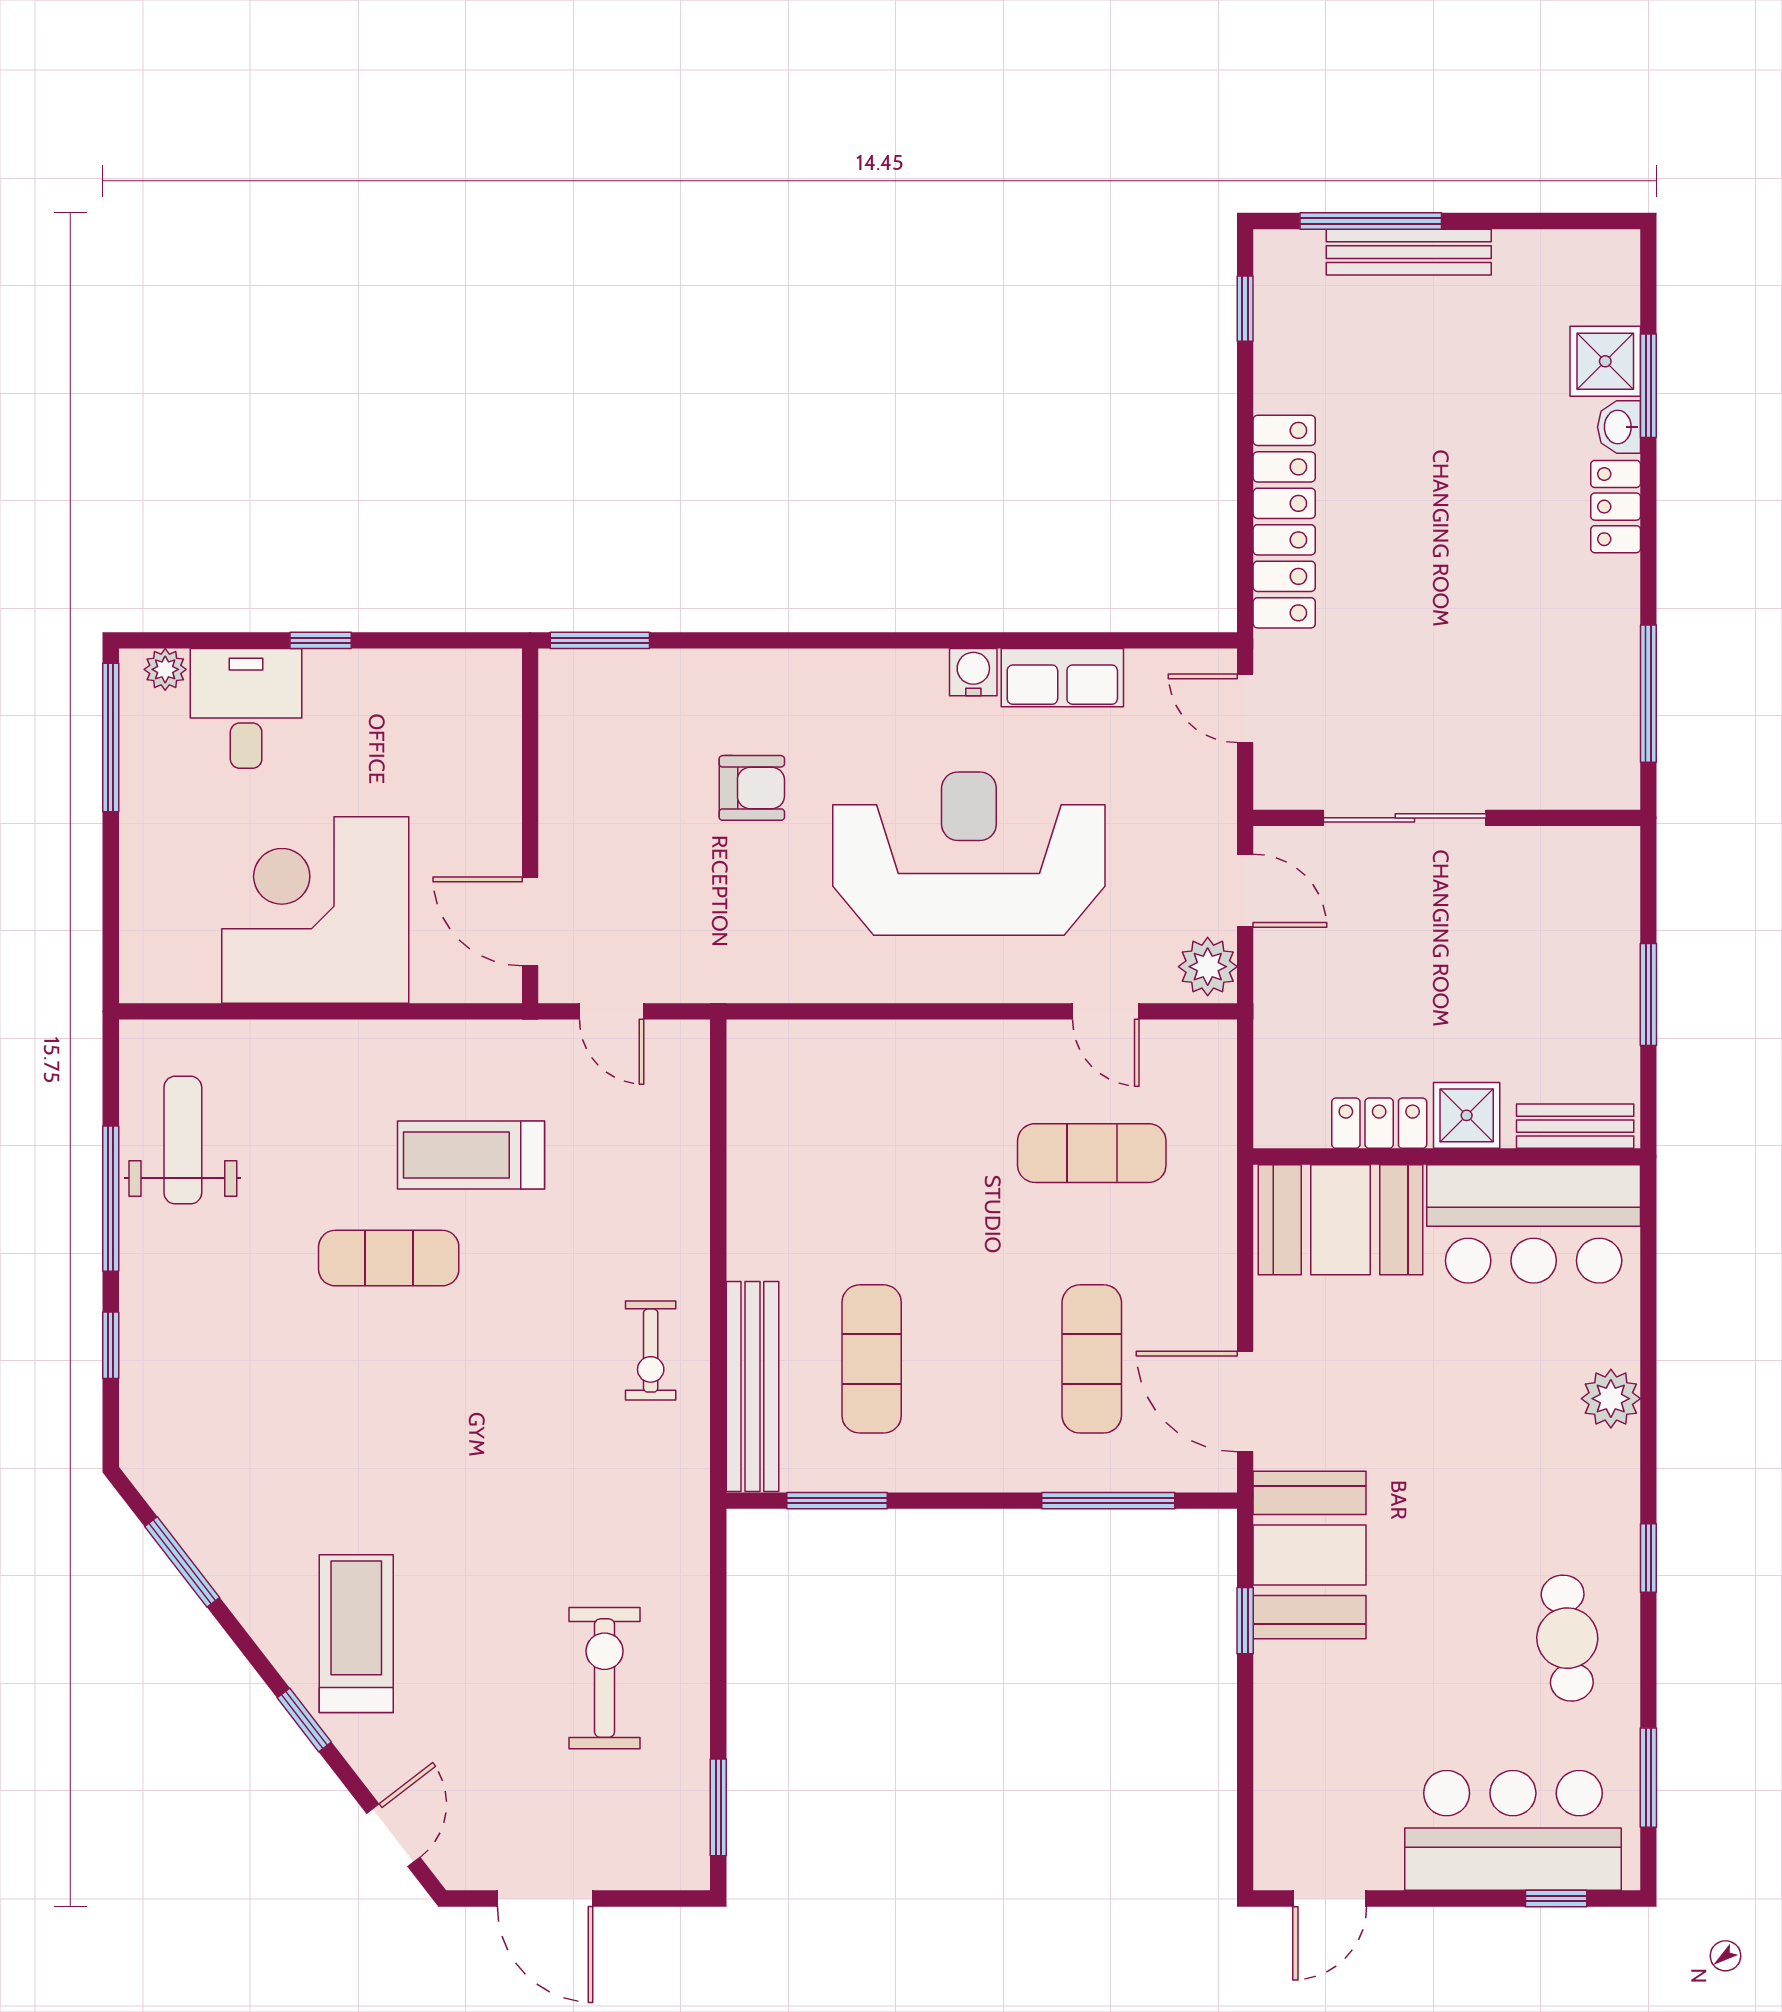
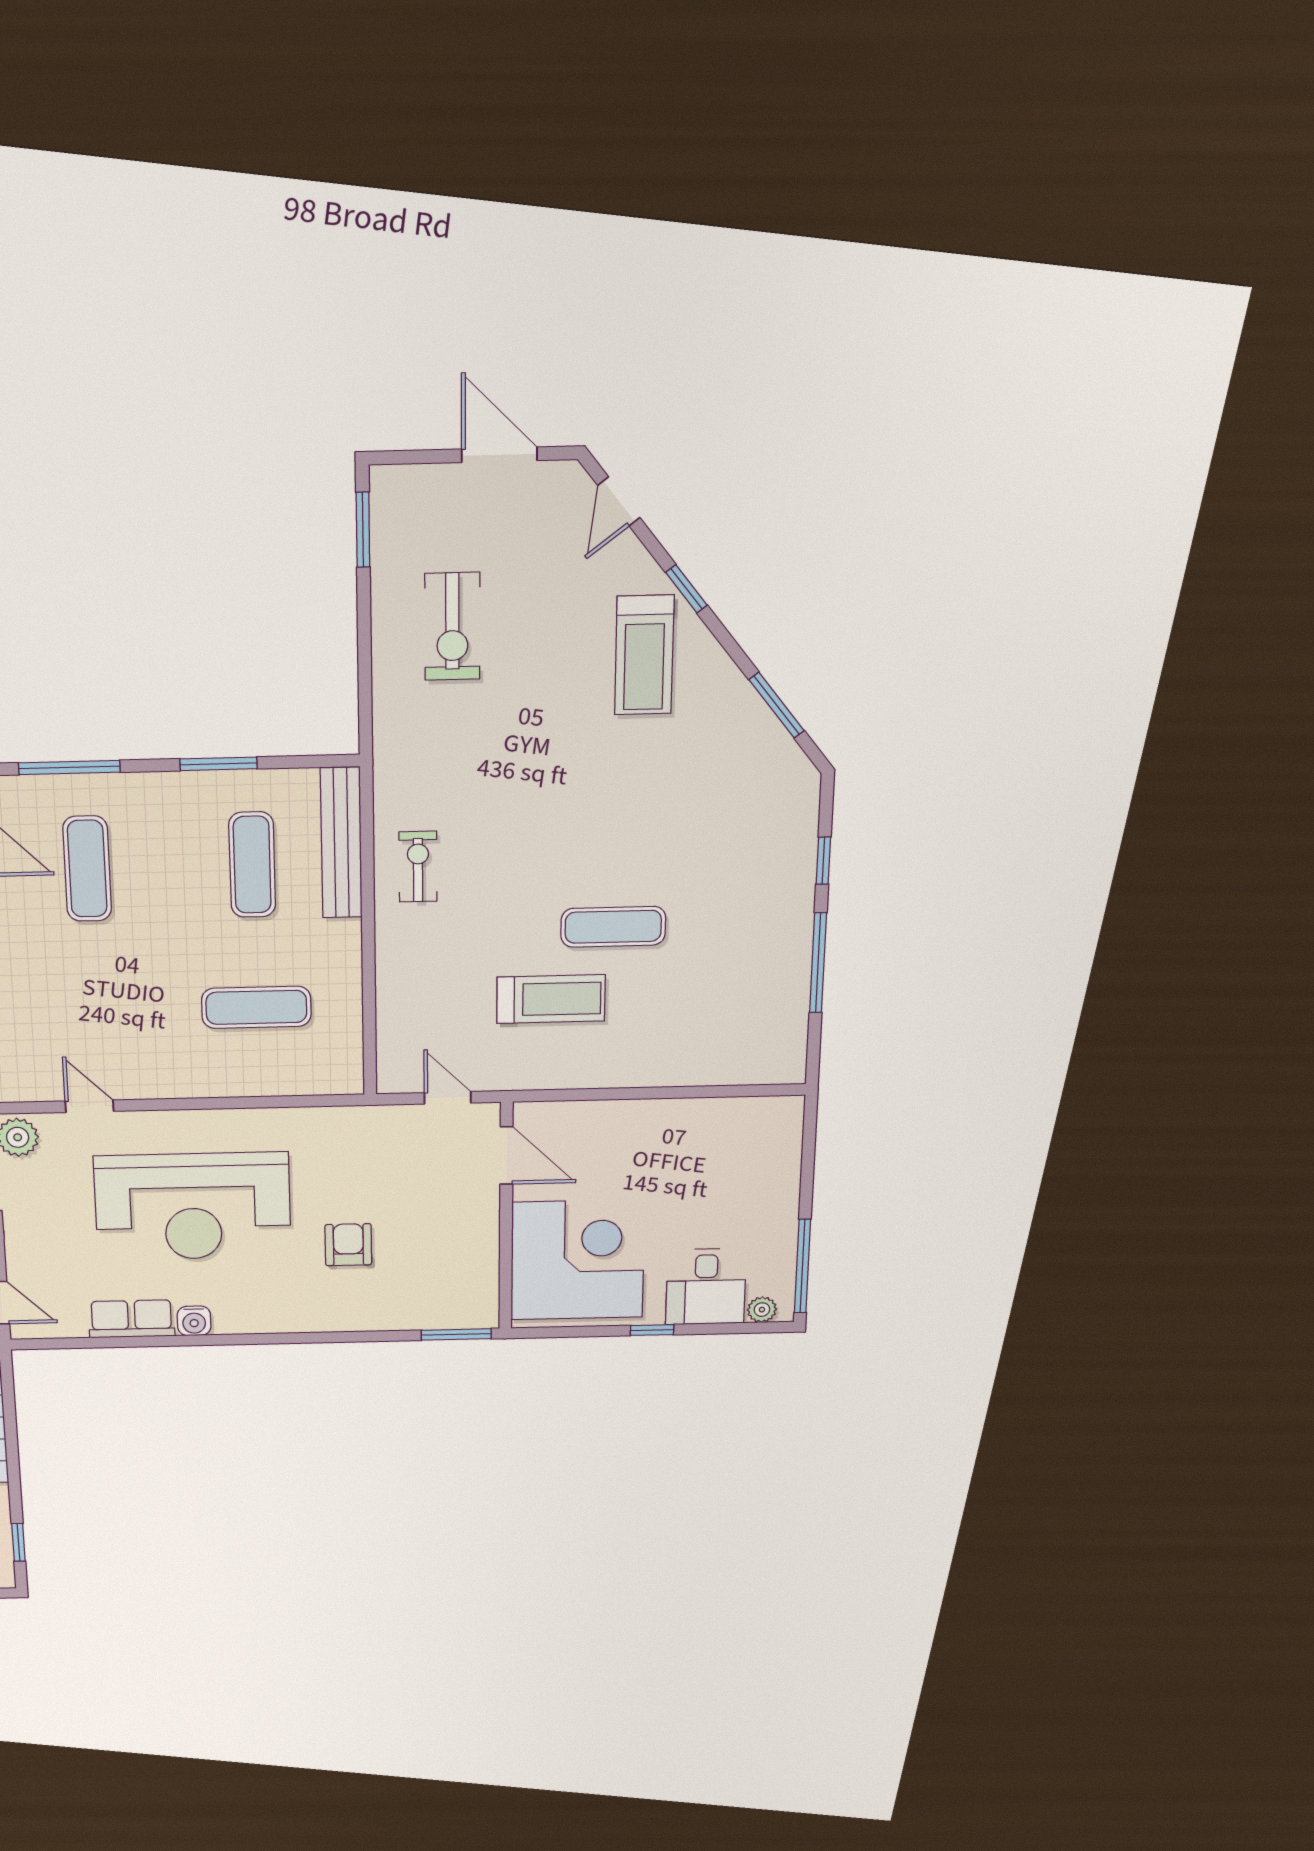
armchair: (752, 788) -> (348, 1245), turned 90
corner desk: (315, 910) -> (578, 1260), moved, turned -90
weight bench: (183, 1140) -> (763, 1004), removed
exercise mat: (1092, 1153) -> (256, 1007), moved
window: (837, 1501) -> (218, 764), moved

